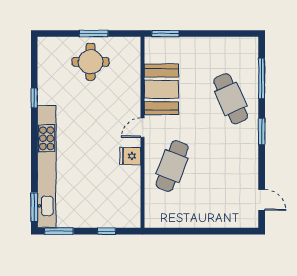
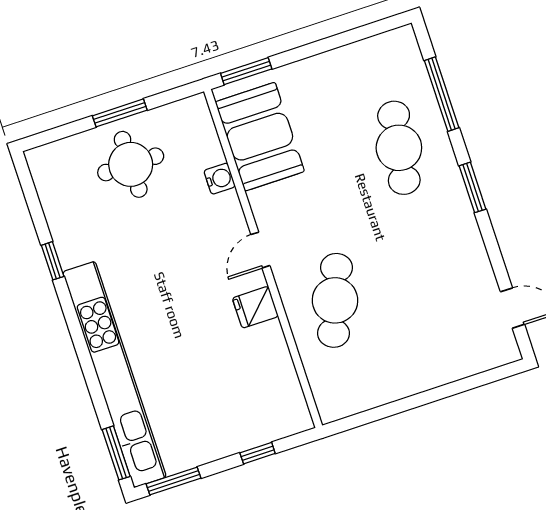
water cooler: (134, 84) -> (220, 179), added
booth: (161, 89) -> (260, 137), moved
cafe table: (231, 99) -> (399, 148), turned 33

